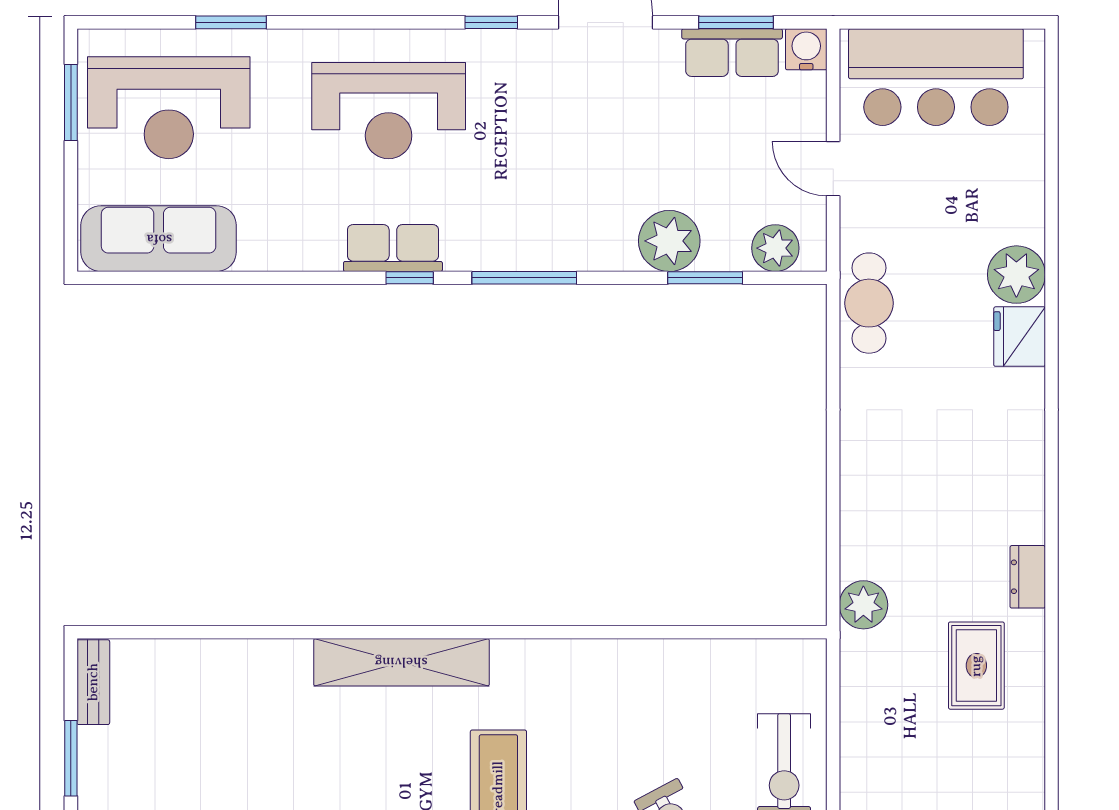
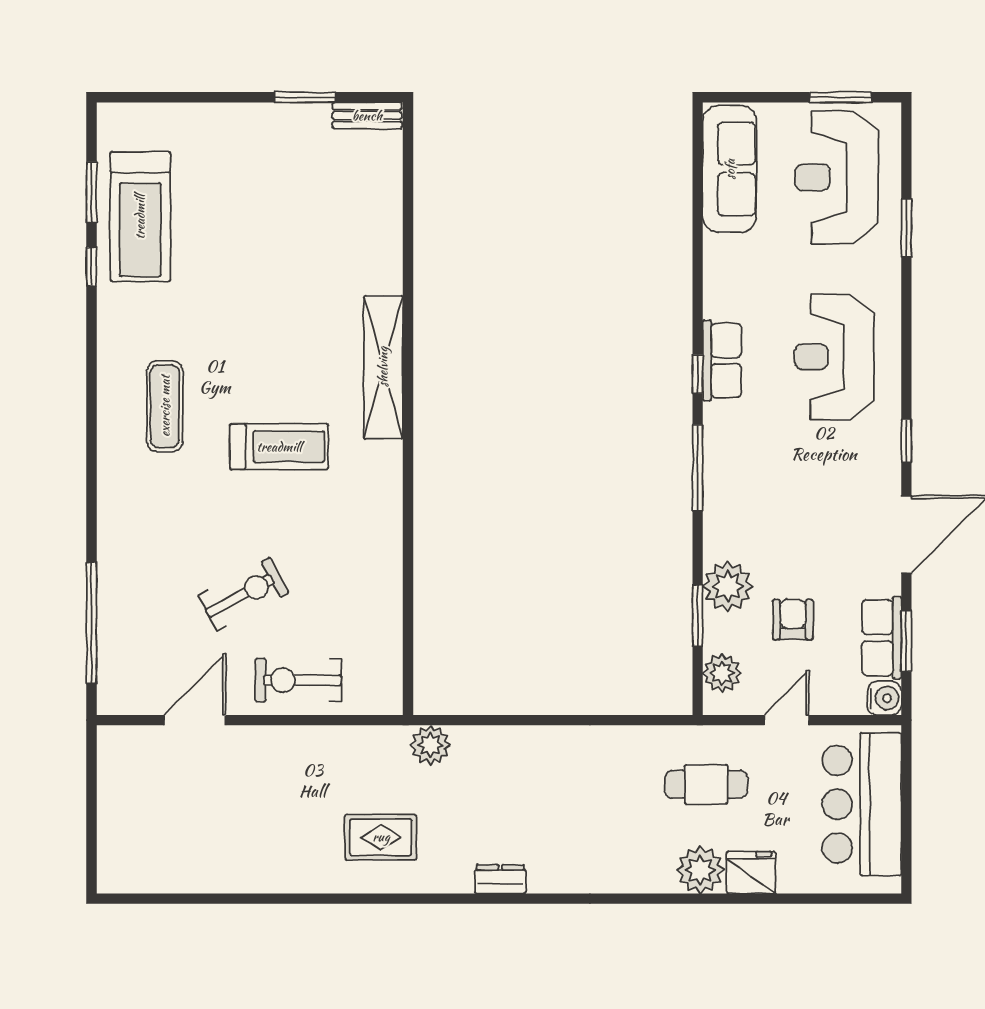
armchair: (710, 161) -> (793, 620), added
cafe table: (869, 303) -> (706, 784), moved
fridge: (1020, 337) -> (751, 873), moved
dresser: (1028, 577) -> (500, 879), moved

